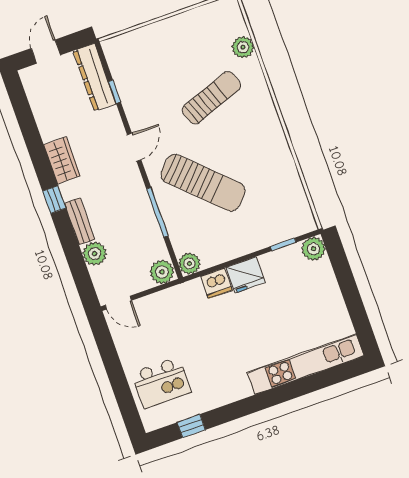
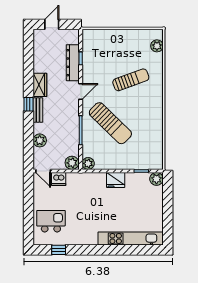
plant: (243, 47) -> (157, 46), moved
dresser: (95, 77) -> (73, 63), moved
bench: (80, 221) -> (38, 110), moved
dishwasher: (216, 283) -> (59, 179), moved
kitchen island: (161, 383) -> (51, 221), turned 180

